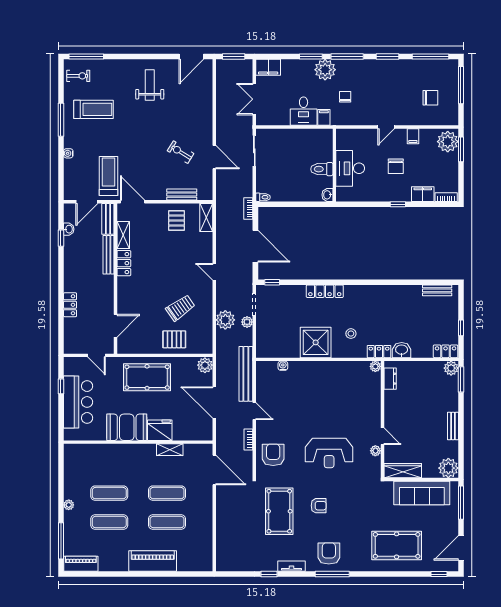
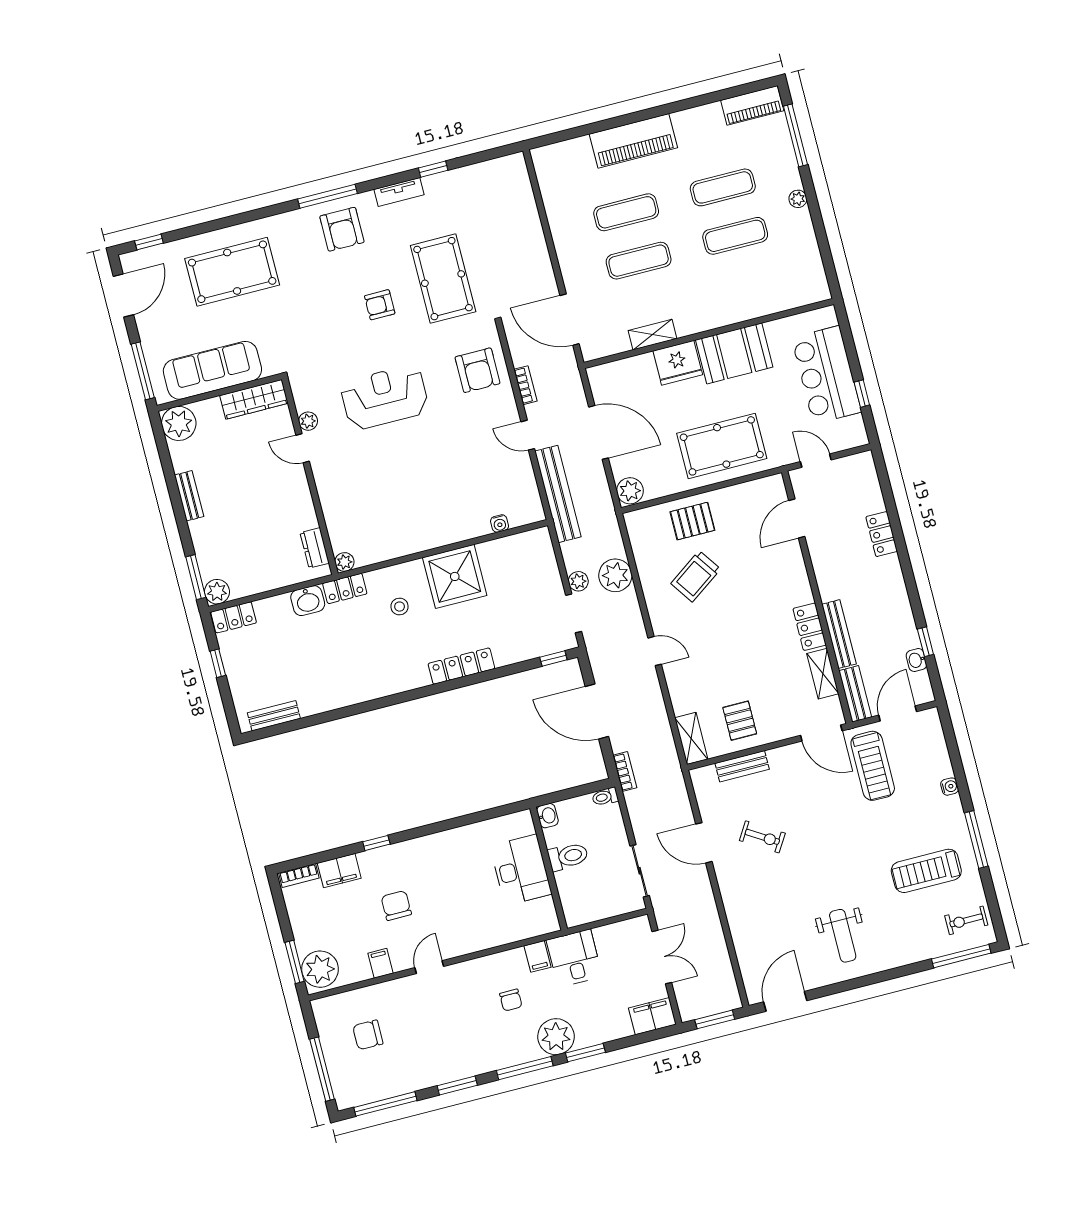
wall: (334, 165) -> (549, 869), moved
desk: (350, 168) -> (521, 870), moved
toilet: (322, 169) -> (568, 856), moved
washbasin: (327, 195) -> (547, 816), moved

